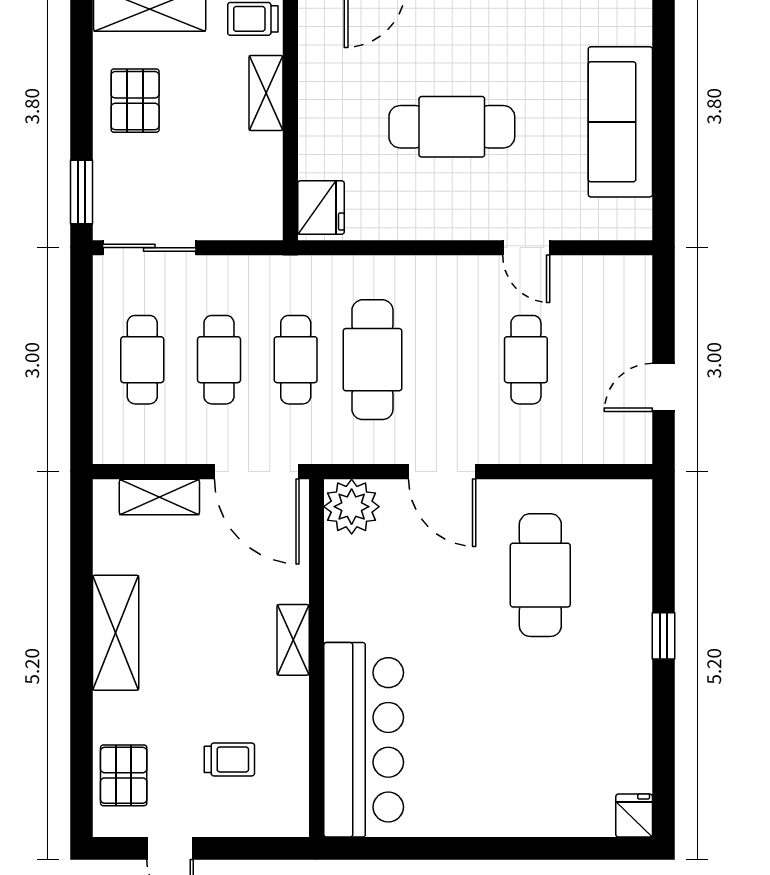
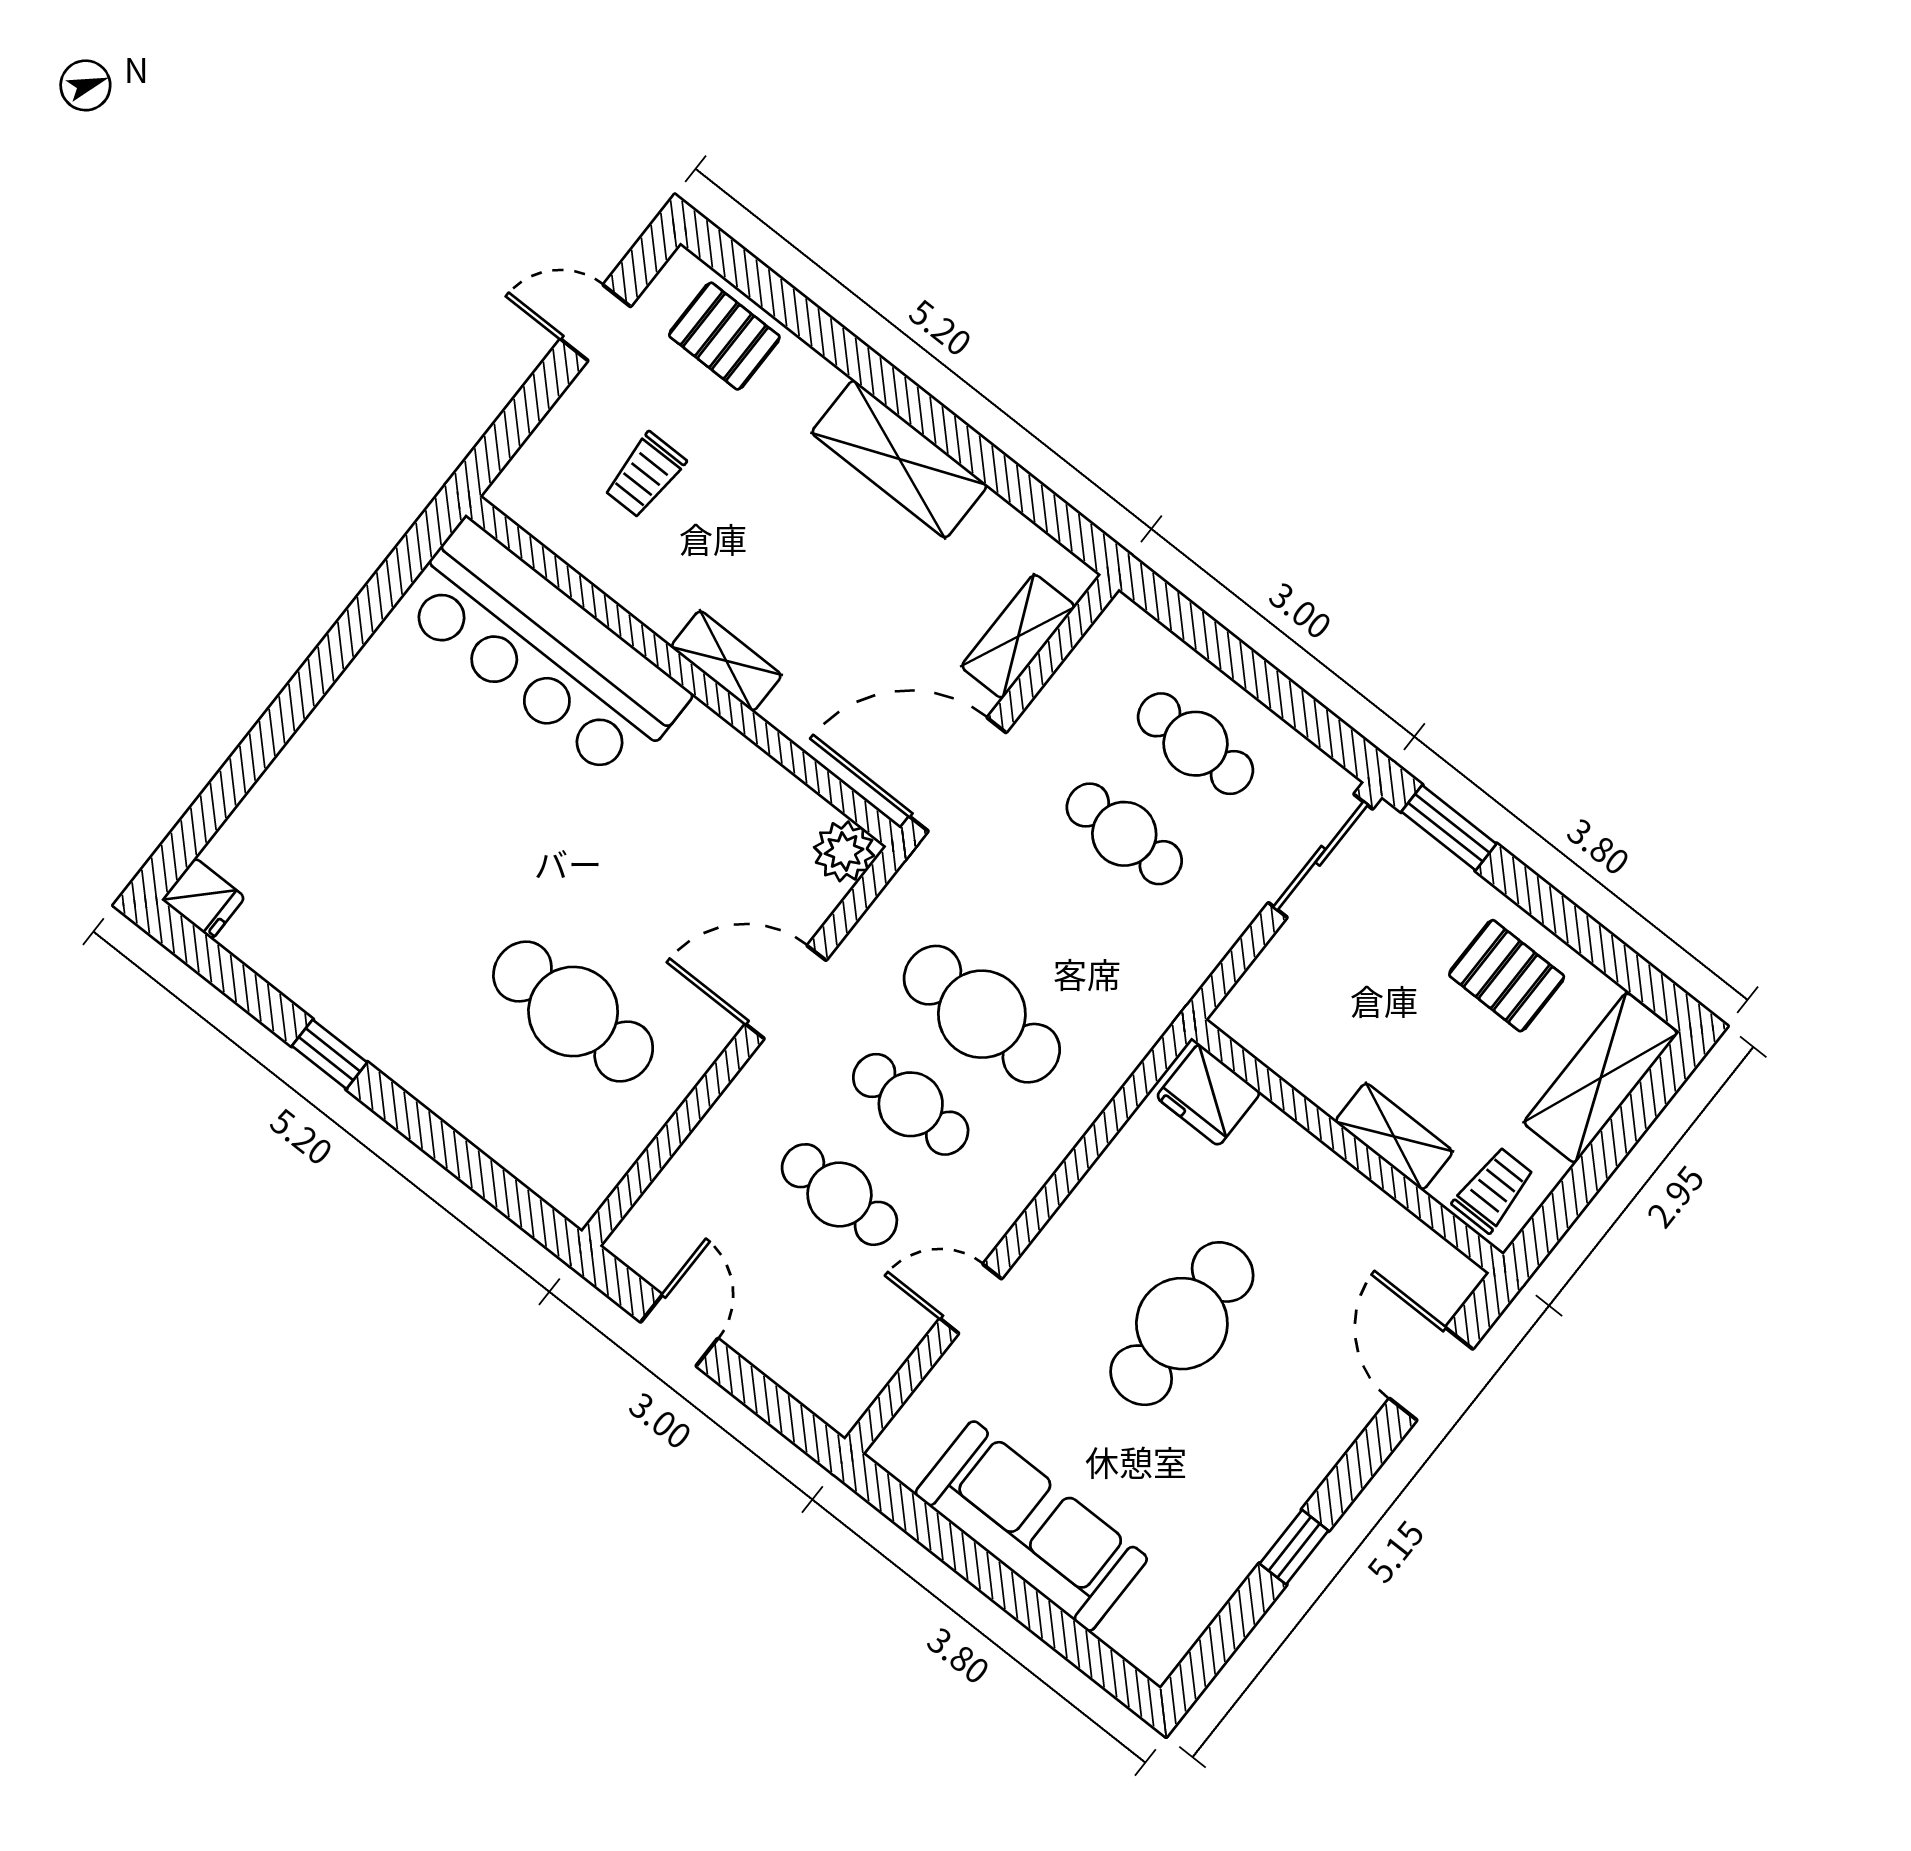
cafe table: (296, 360) -> (911, 1104), moved
plant: (352, 507) -> (844, 851), width x0.73, depth x0.73
window: (663, 636) -> (329, 1054), moved

